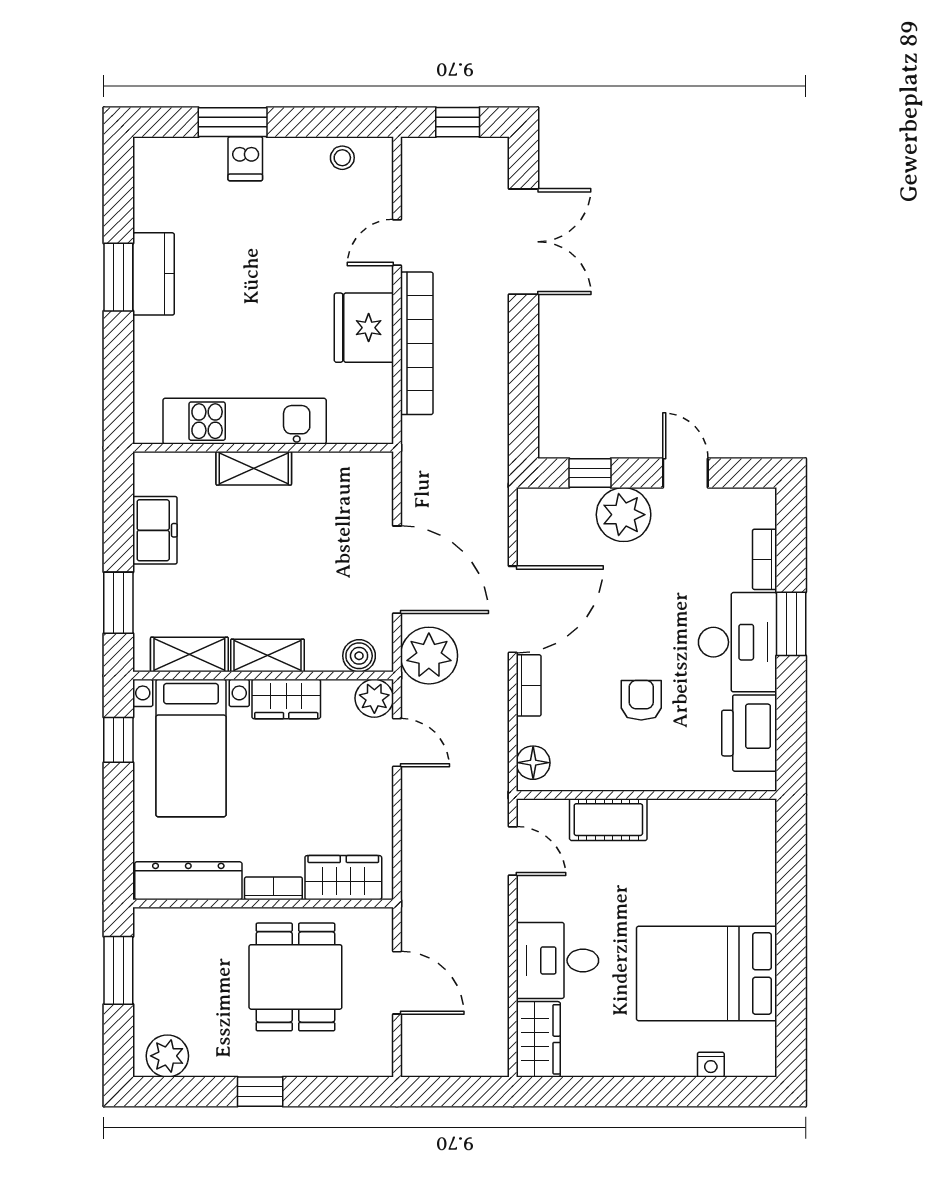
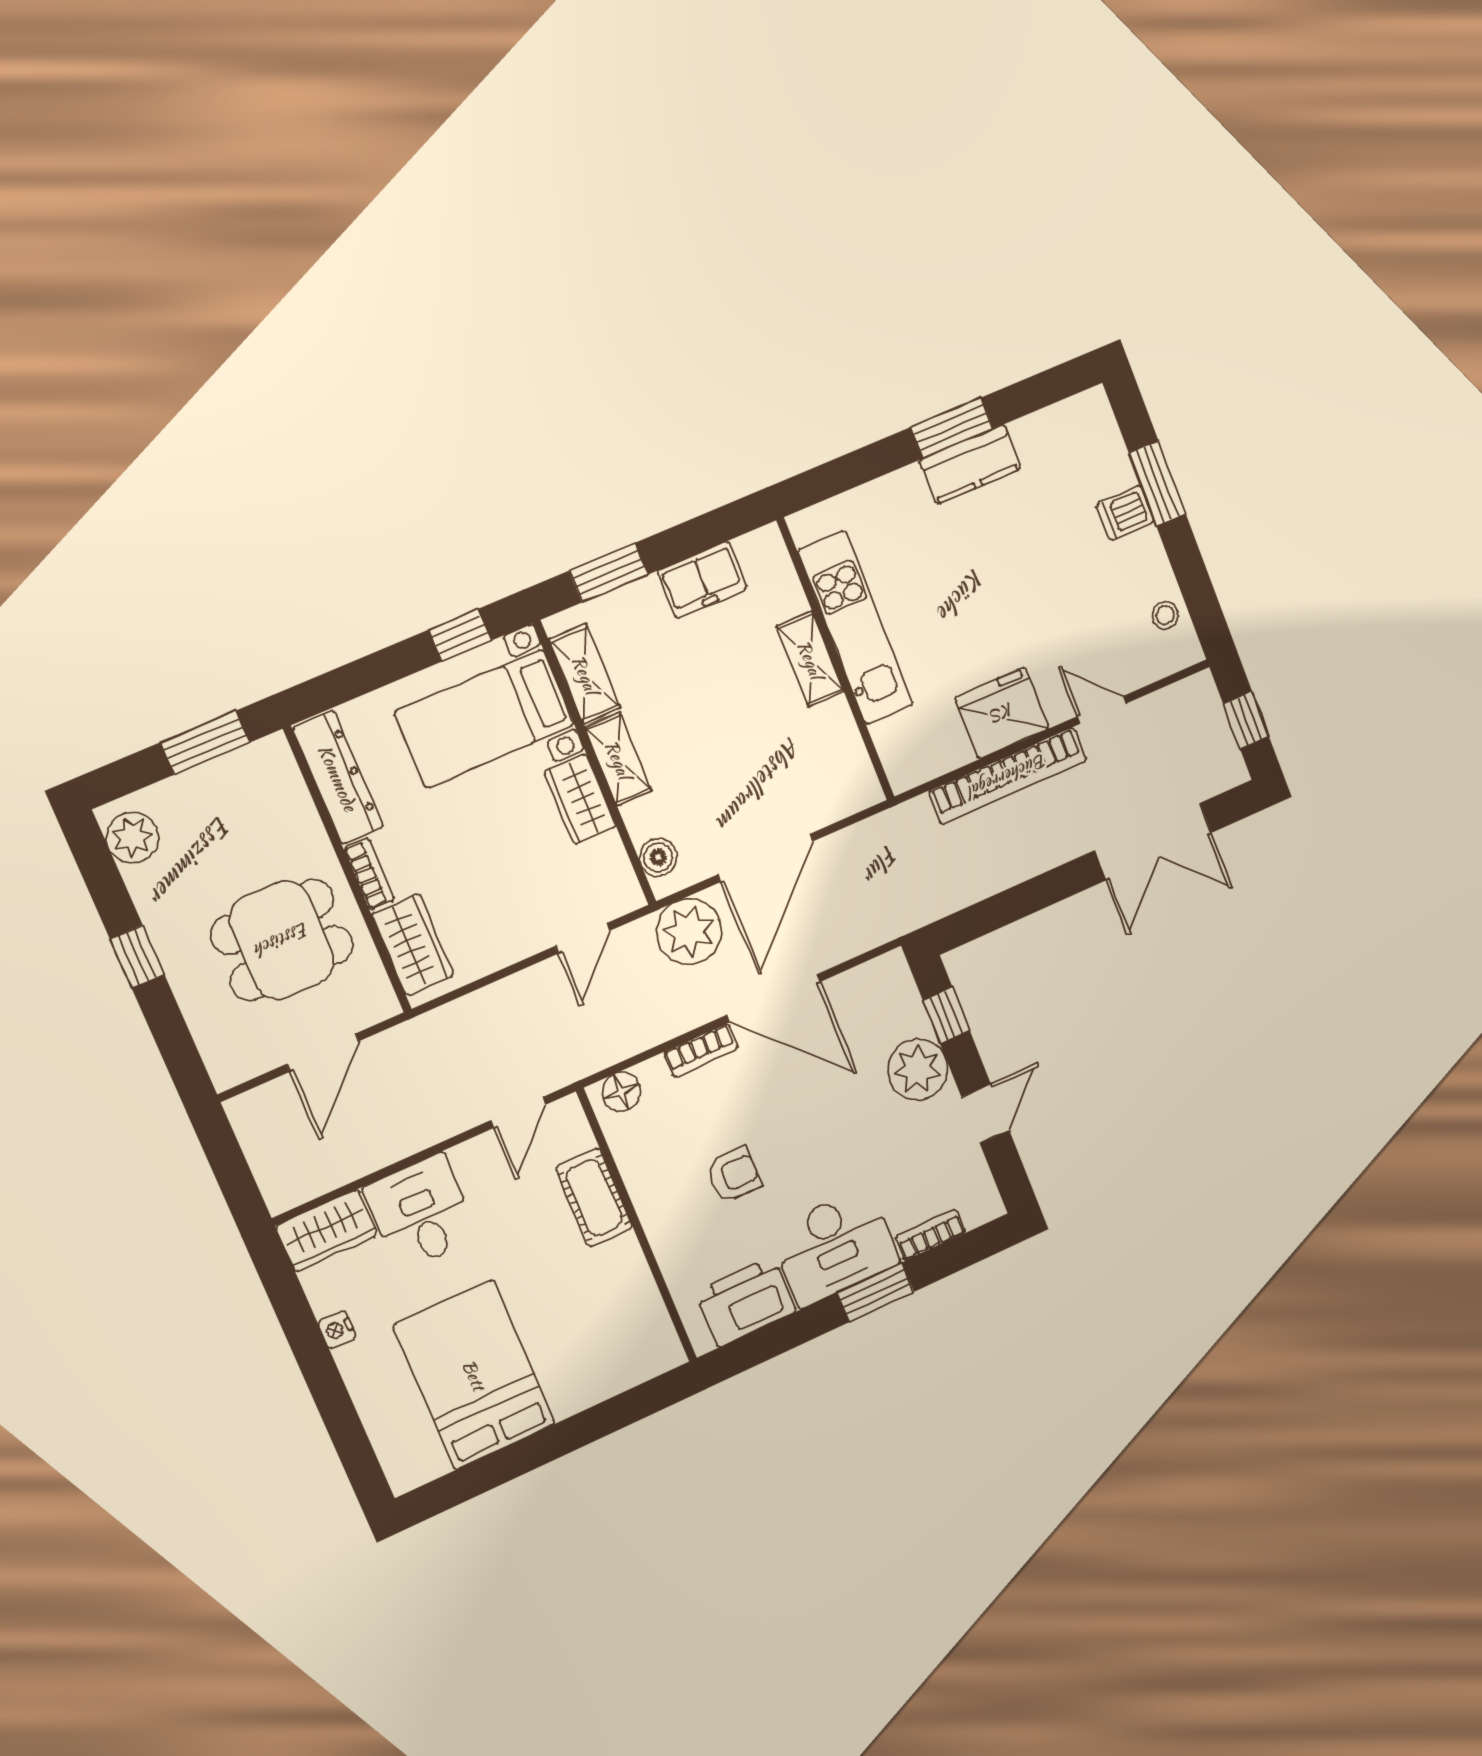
plant: (374, 698) -> (620, 893), removed
nightstand: (711, 1065) -> (337, 1330), moved

